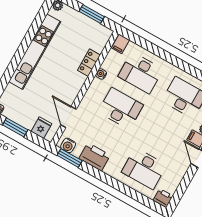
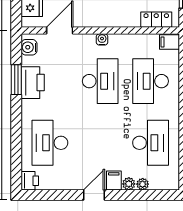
locker: (89, 63) -> (156, 20), moved
water cooler: (101, 74) -> (102, 39), moved
window: (70, 158) -> (16, 80), moved

